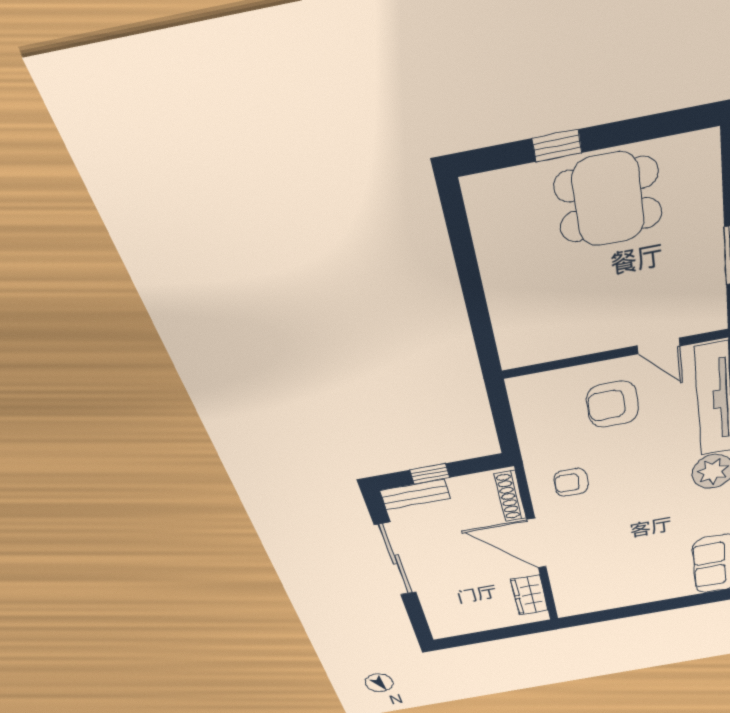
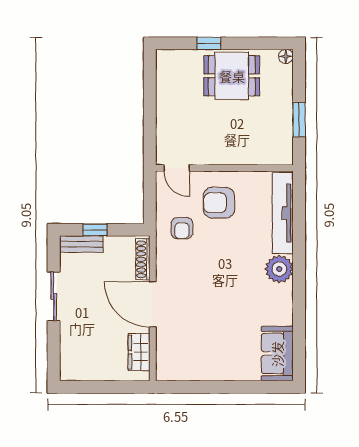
floor lamp: (707, 143) -> (286, 56), added
door: (659, 346) -> (177, 168), moved
armchair: (571, 482) -> (182, 228), moved, turned -90
sliding door: (396, 559) -> (54, 296), width x0.73

